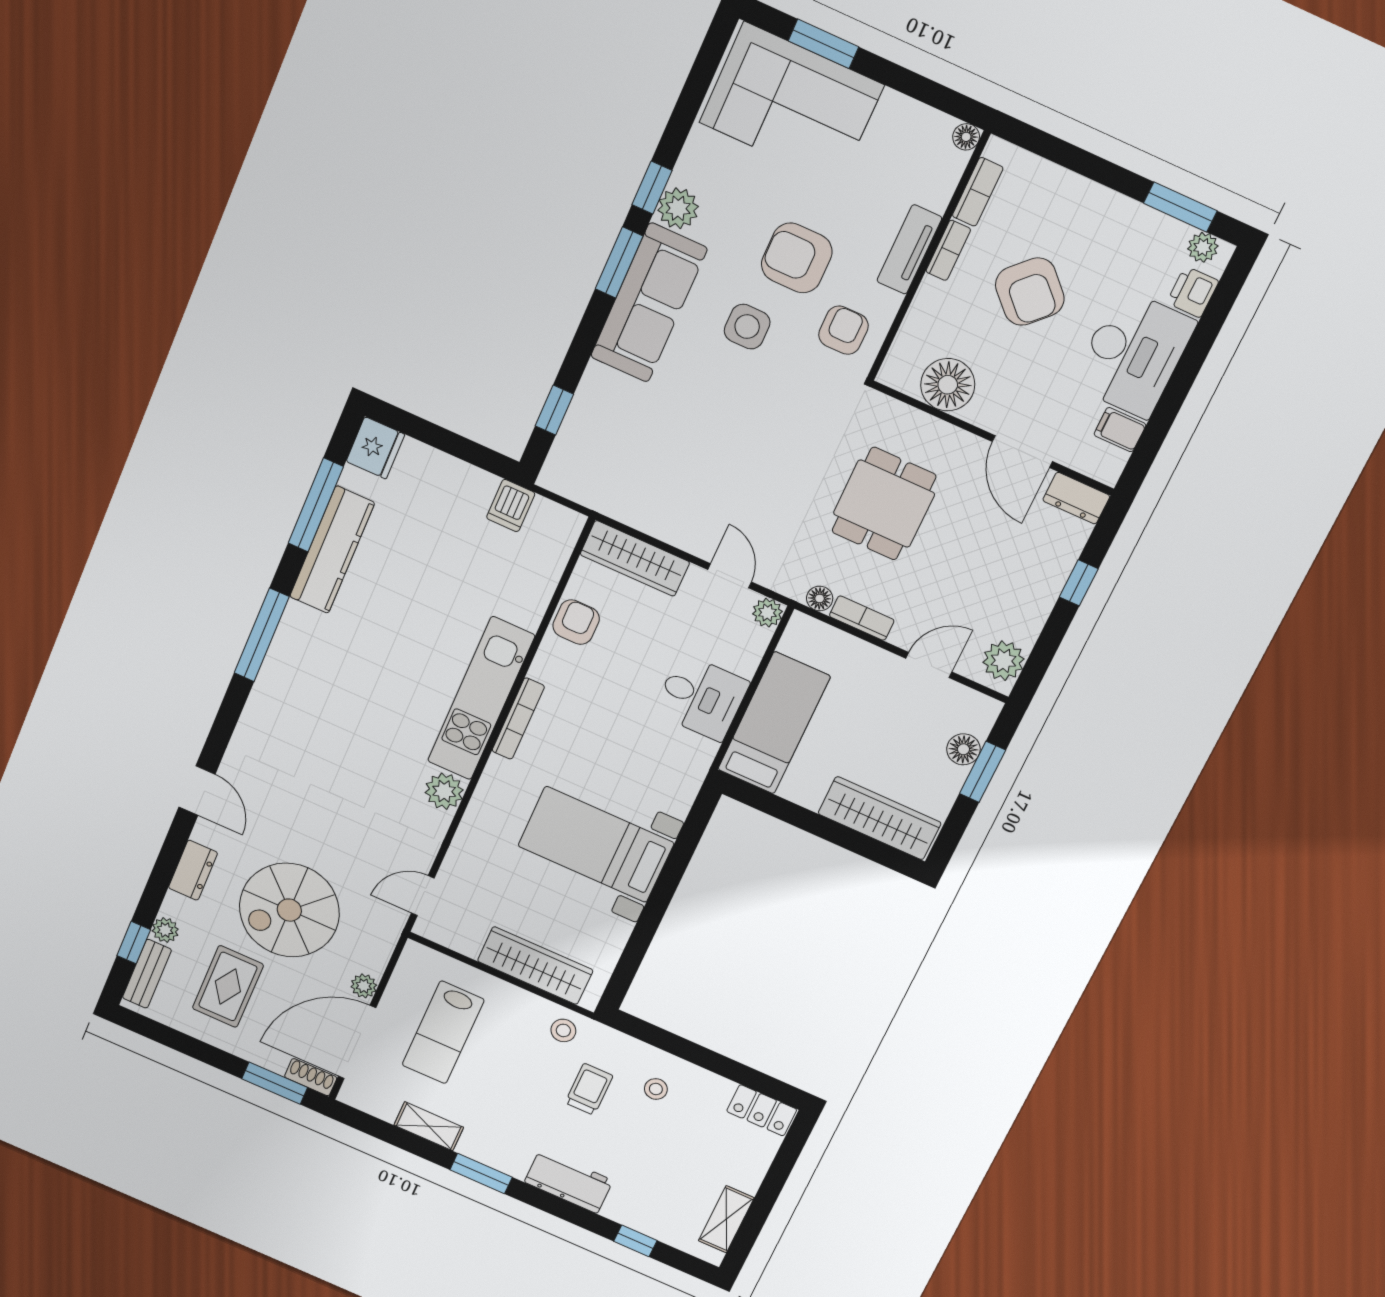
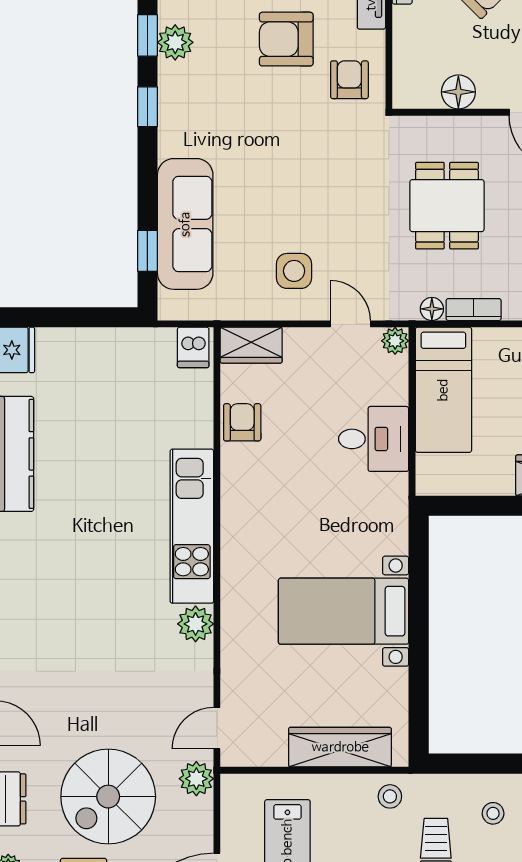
window: (619, 262) -> (147, 107), width x0.67
sofa: (649, 303) -> (185, 224), moved
side table: (747, 327) -> (294, 271), moved
floor lamp: (948, 385) -> (458, 92), width x0.73, depth x0.73
dishwasher: (511, 506) -> (193, 347), moved
wardrobe: (635, 558) -> (251, 345), width x0.67
bookcase: (518, 719) -> (230, 529), removed
bed: (774, 723) -> (443, 390), moved, turned 180
plant: (364, 986) -> (196, 779), moved, width x1.38, depth x1.38

